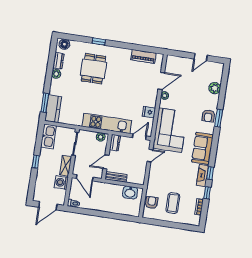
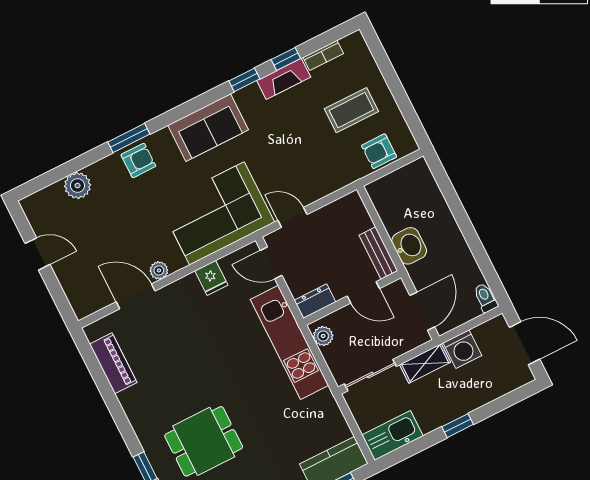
fireplace: (203, 175) -> (284, 79), moved
washbasin: (130, 192) -> (409, 246), moved

